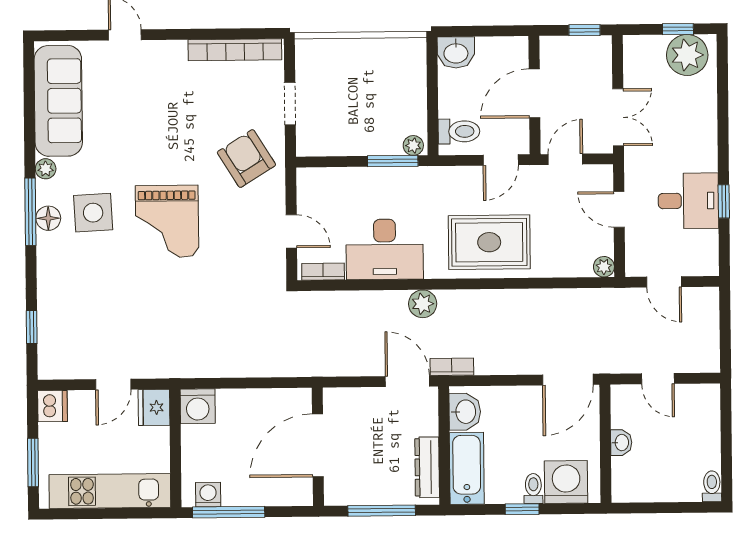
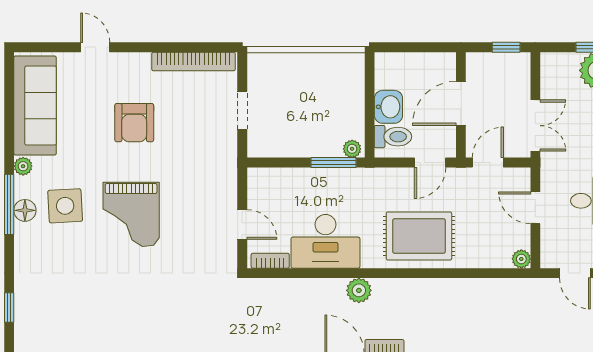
washbasin: (456, 52) -> (388, 107), moved, turned -90
armchair: (246, 159) -> (134, 123), moved, turned -148

